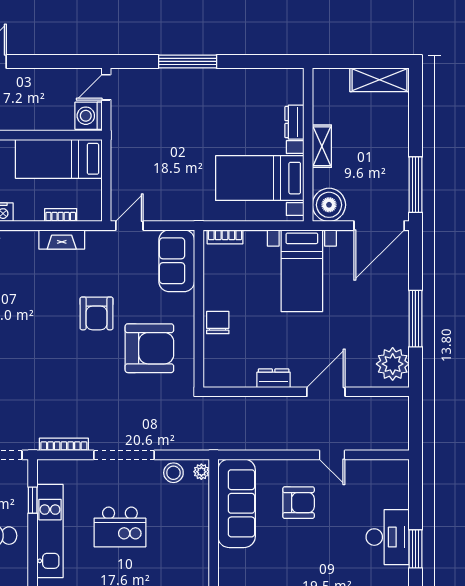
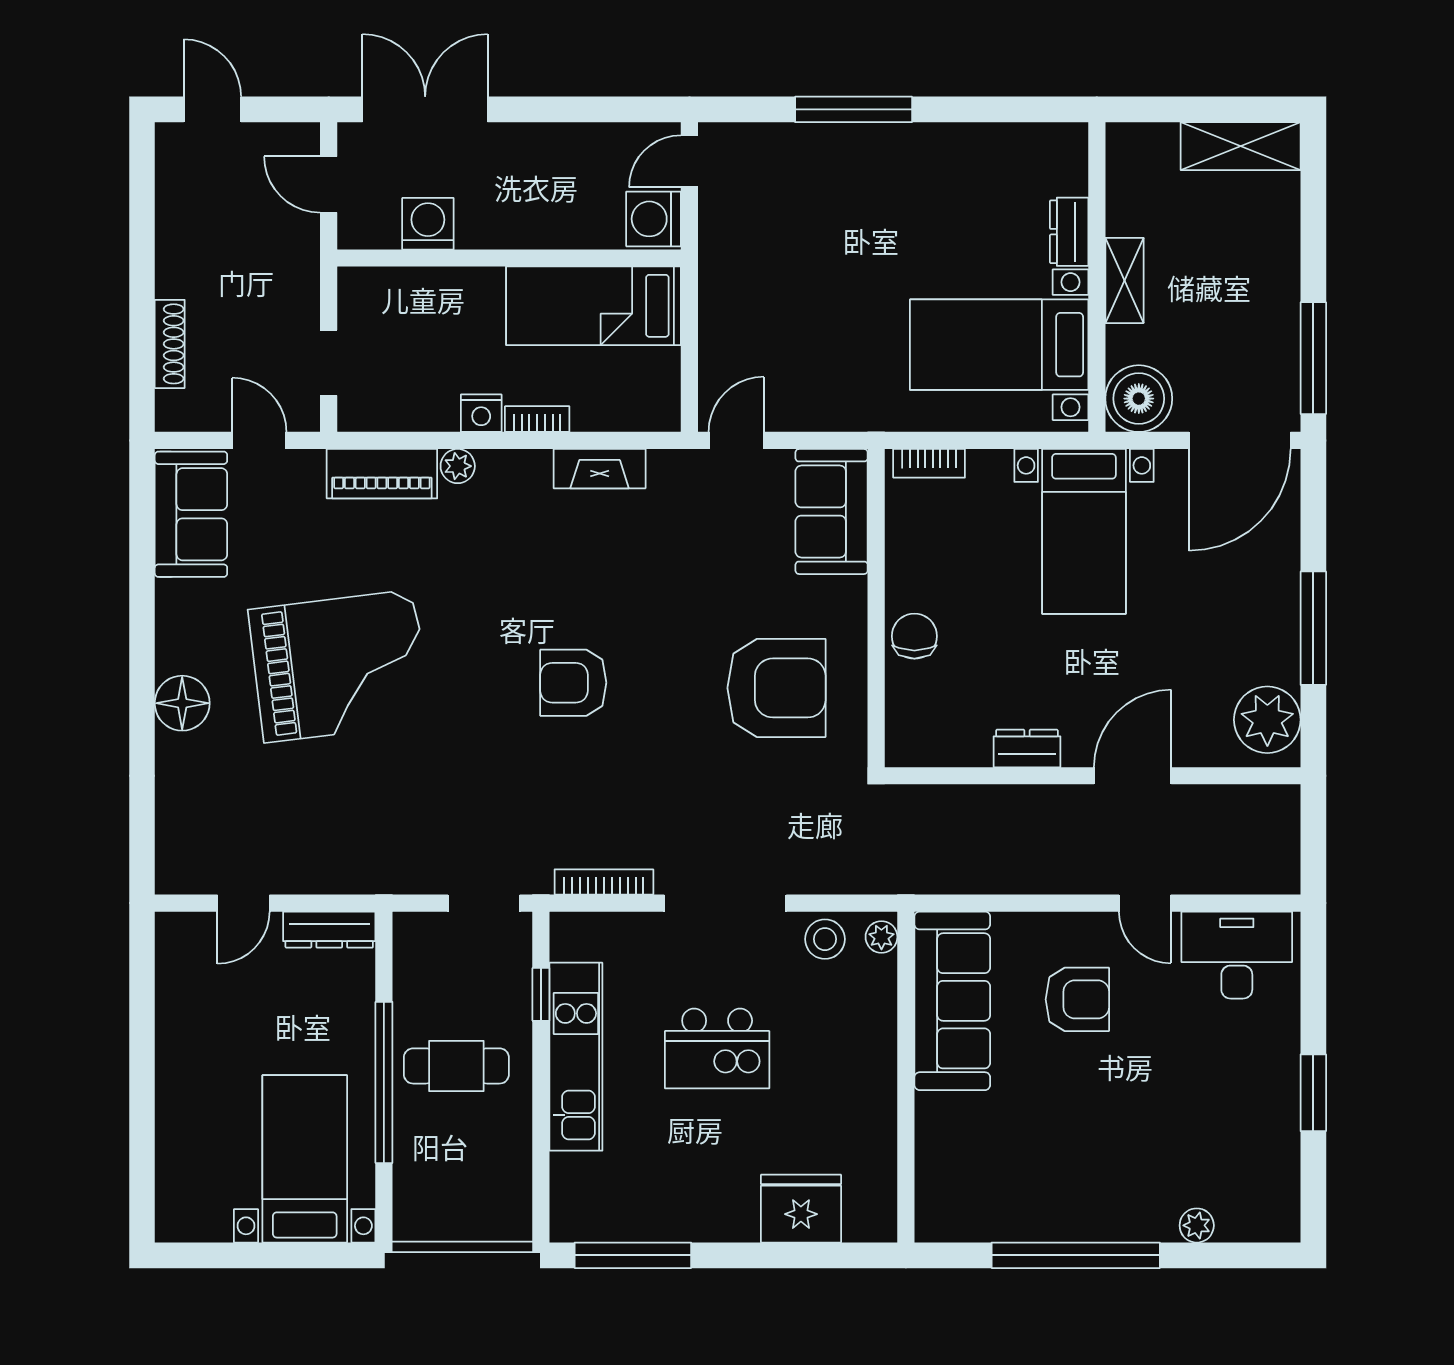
bookcase: (61, 215) -> (537, 419), moved
armchair: (97, 313) -> (573, 683), moved, turned 90
desk: (388, 537) -> (1237, 955), moved, turned -90

